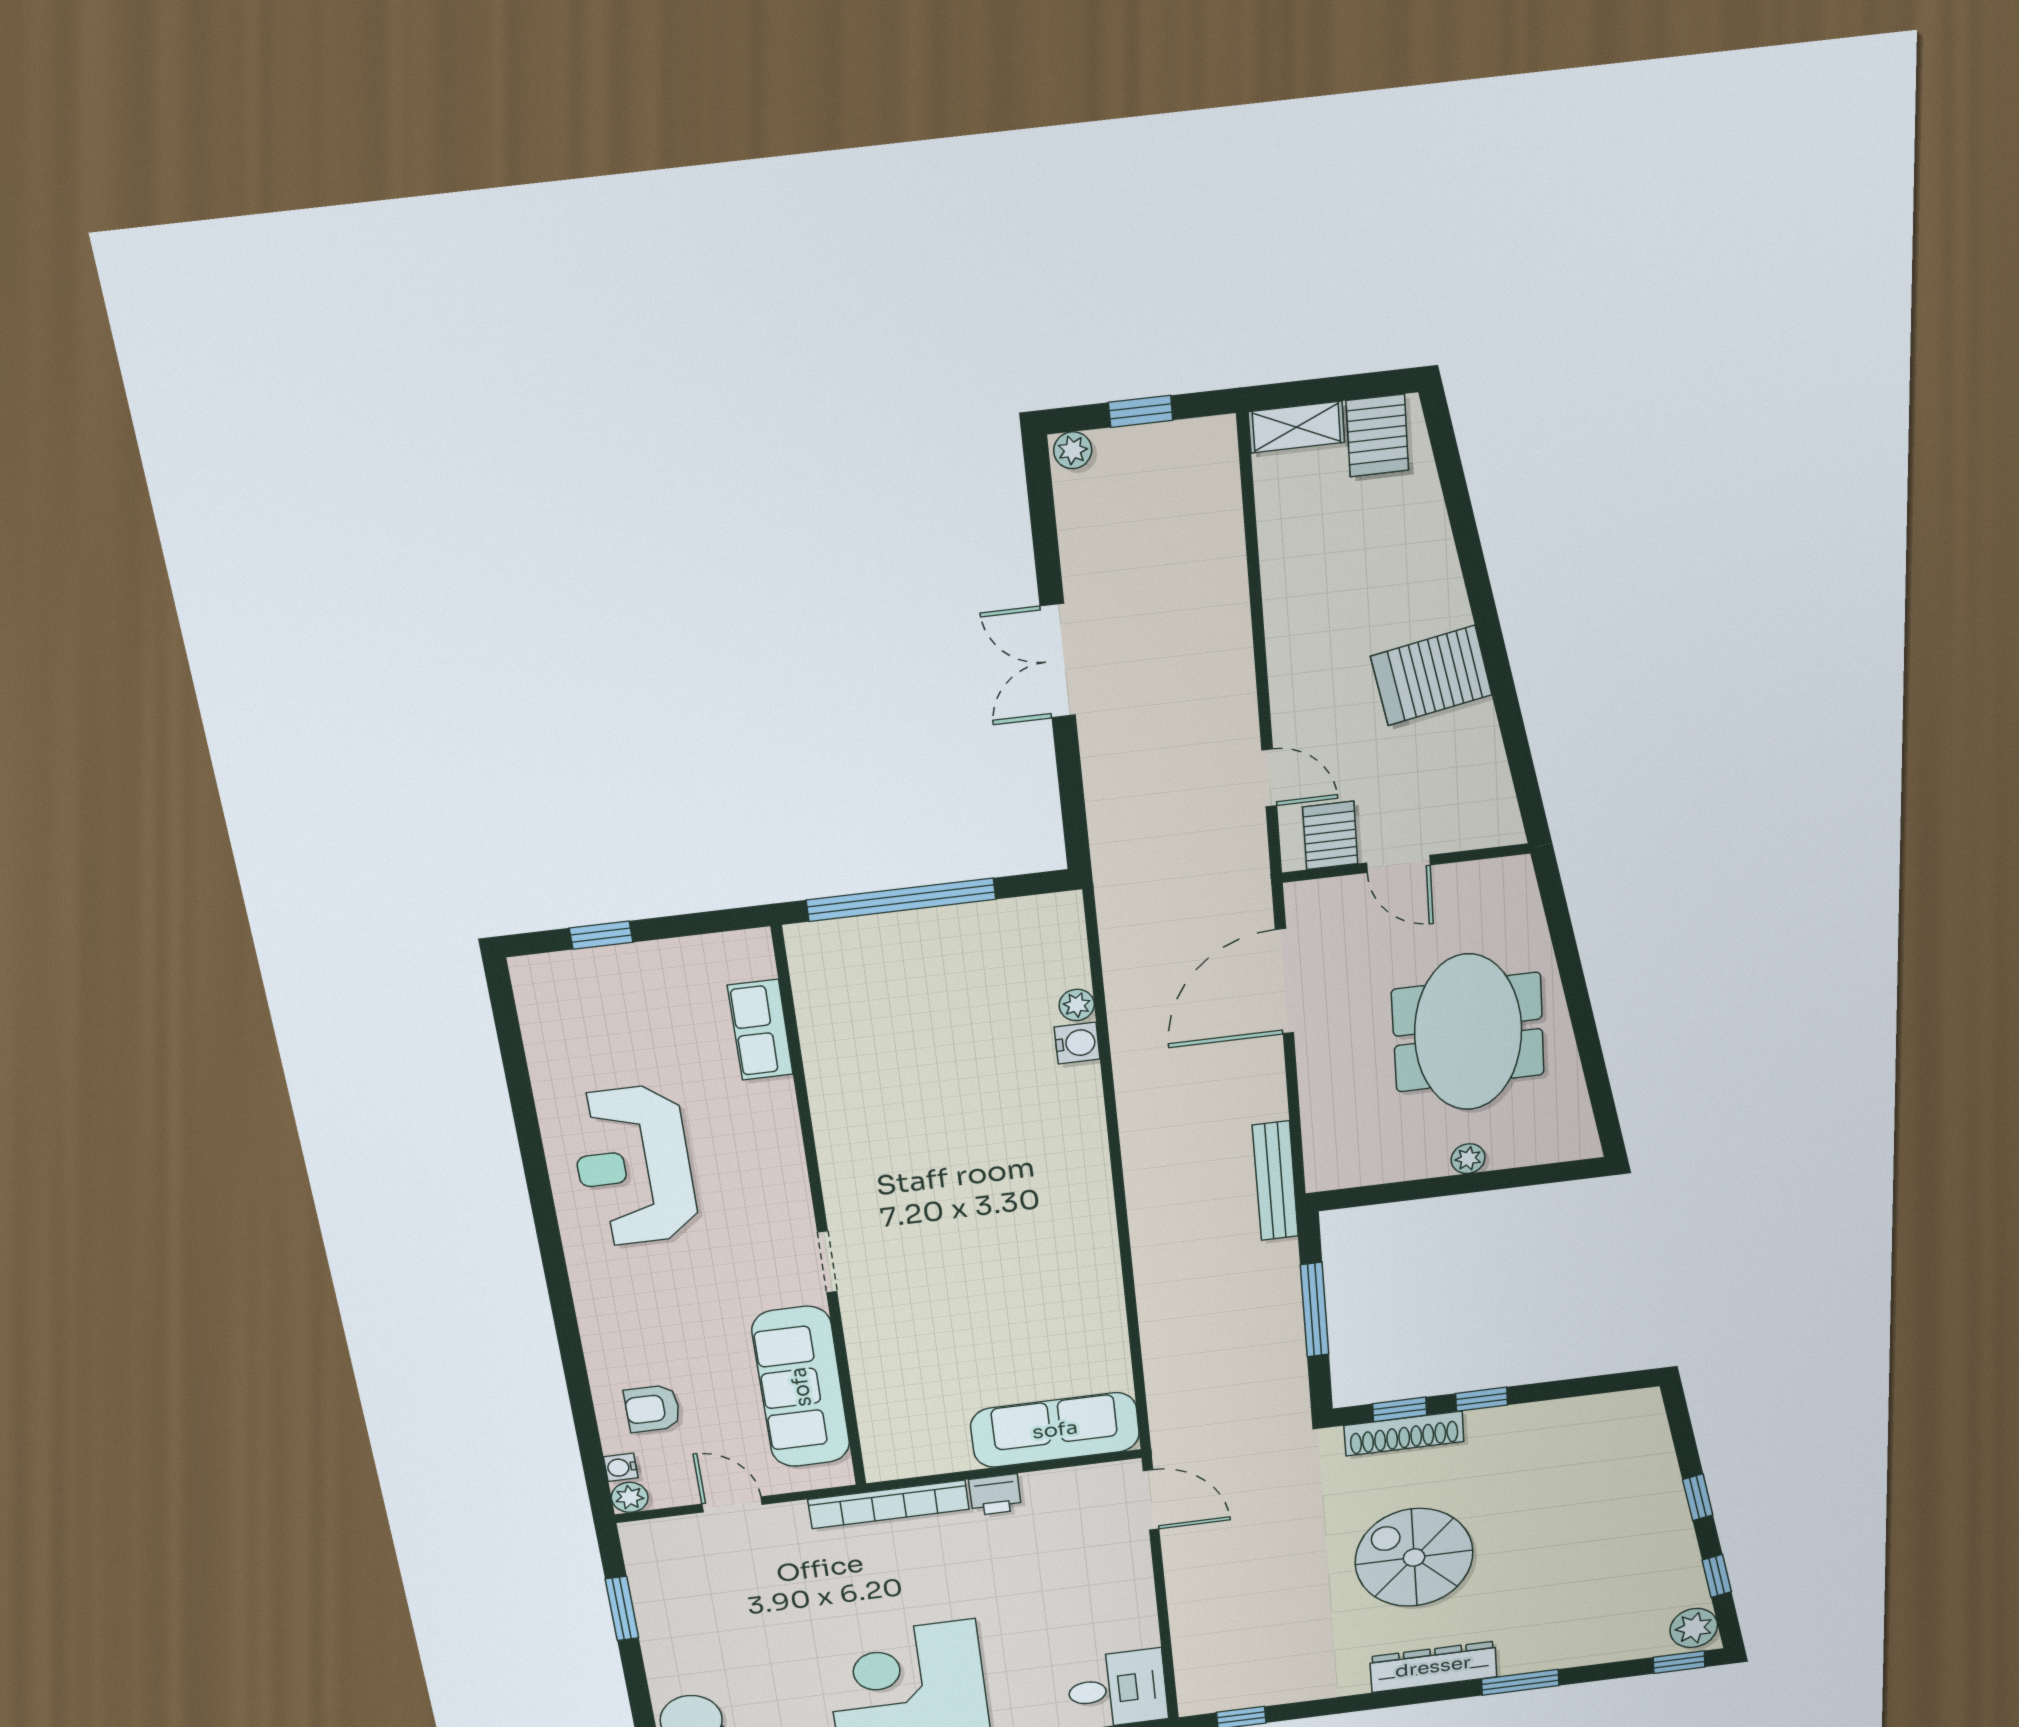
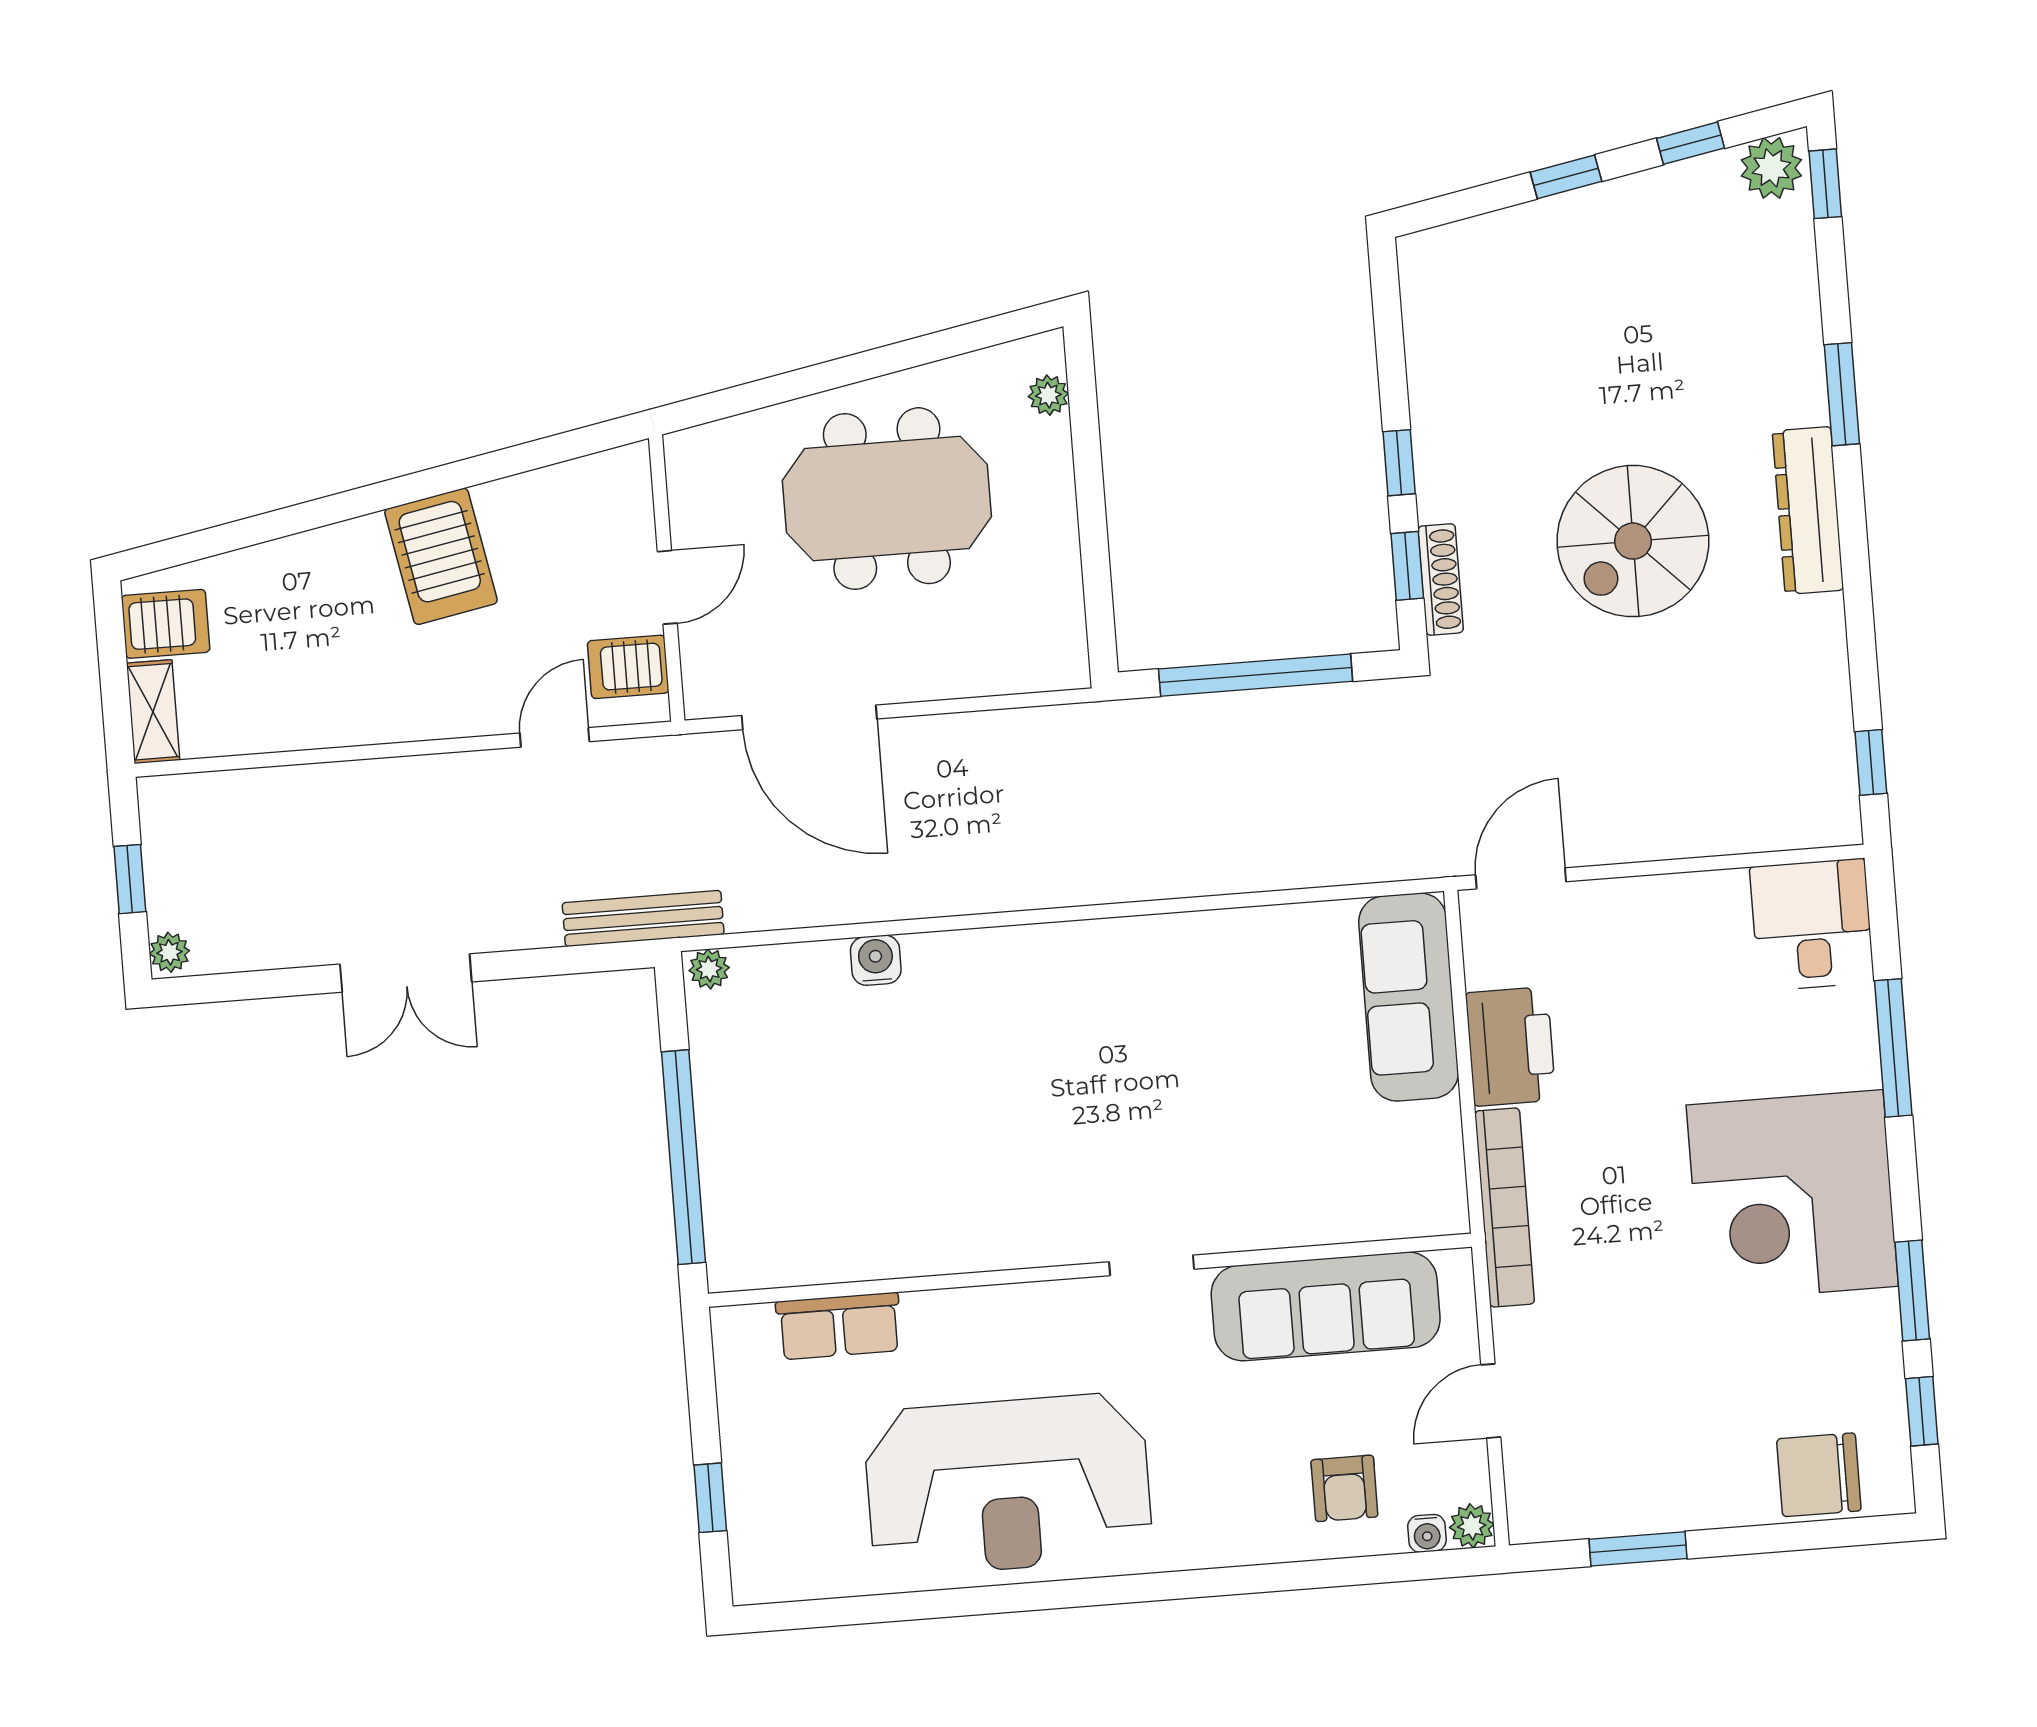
plant: (1077, 1005) -> (709, 969), moved
plant: (1468, 1159) -> (1048, 395), moved
reception desk: (634, 1166) -> (1008, 1485), width x1.36, depth x1.30
bench: (1275, 1181) -> (643, 919), moved
window: (1315, 1310) -> (1256, 675), width x1.46
shoe rack: (1404, 1434) -> (1441, 579), width x0.74, depth x0.81
printer: (995, 1495) -> (1511, 1046), width x1.87, depth x1.48

